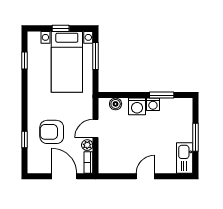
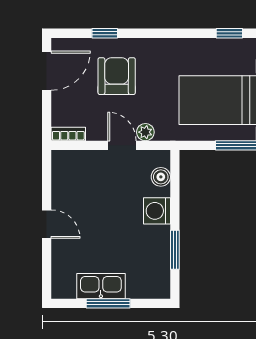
washing machine: (153, 104) -> (160, 236), removed
plant: (87, 145) -> (145, 132), moved
kitchen sink: (185, 158) -> (101, 286), moved
door: (64, 176) -> (47, 71), moved

